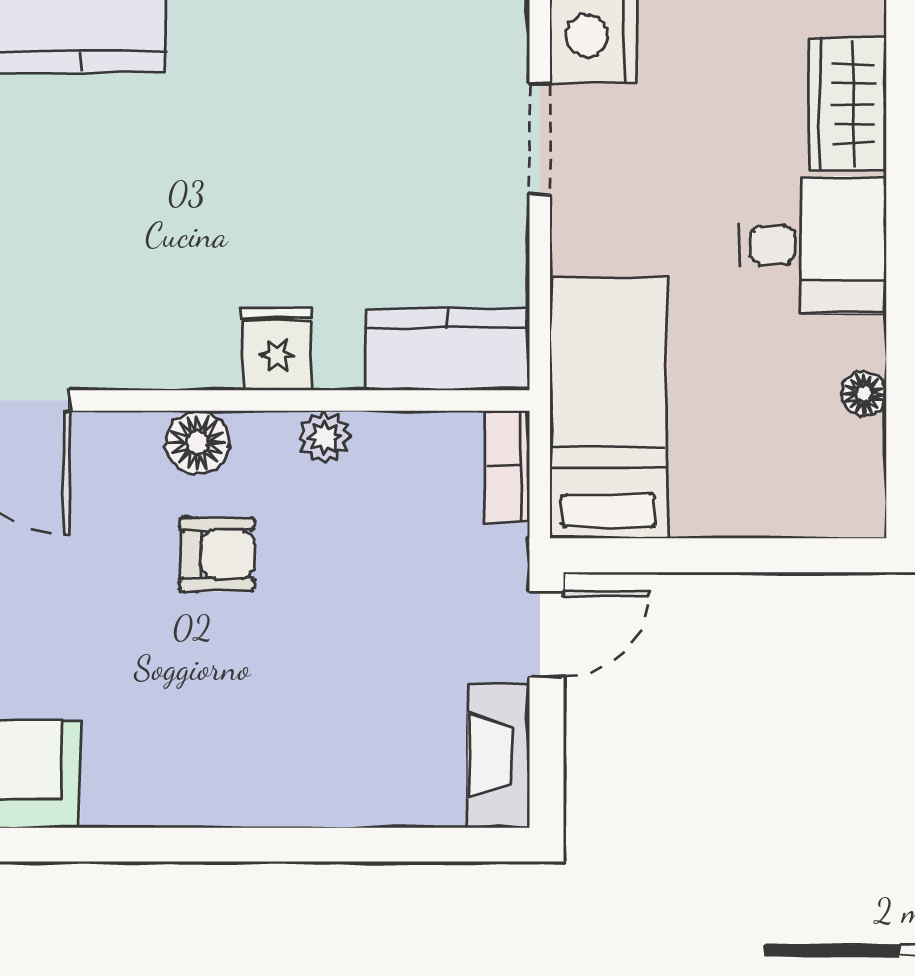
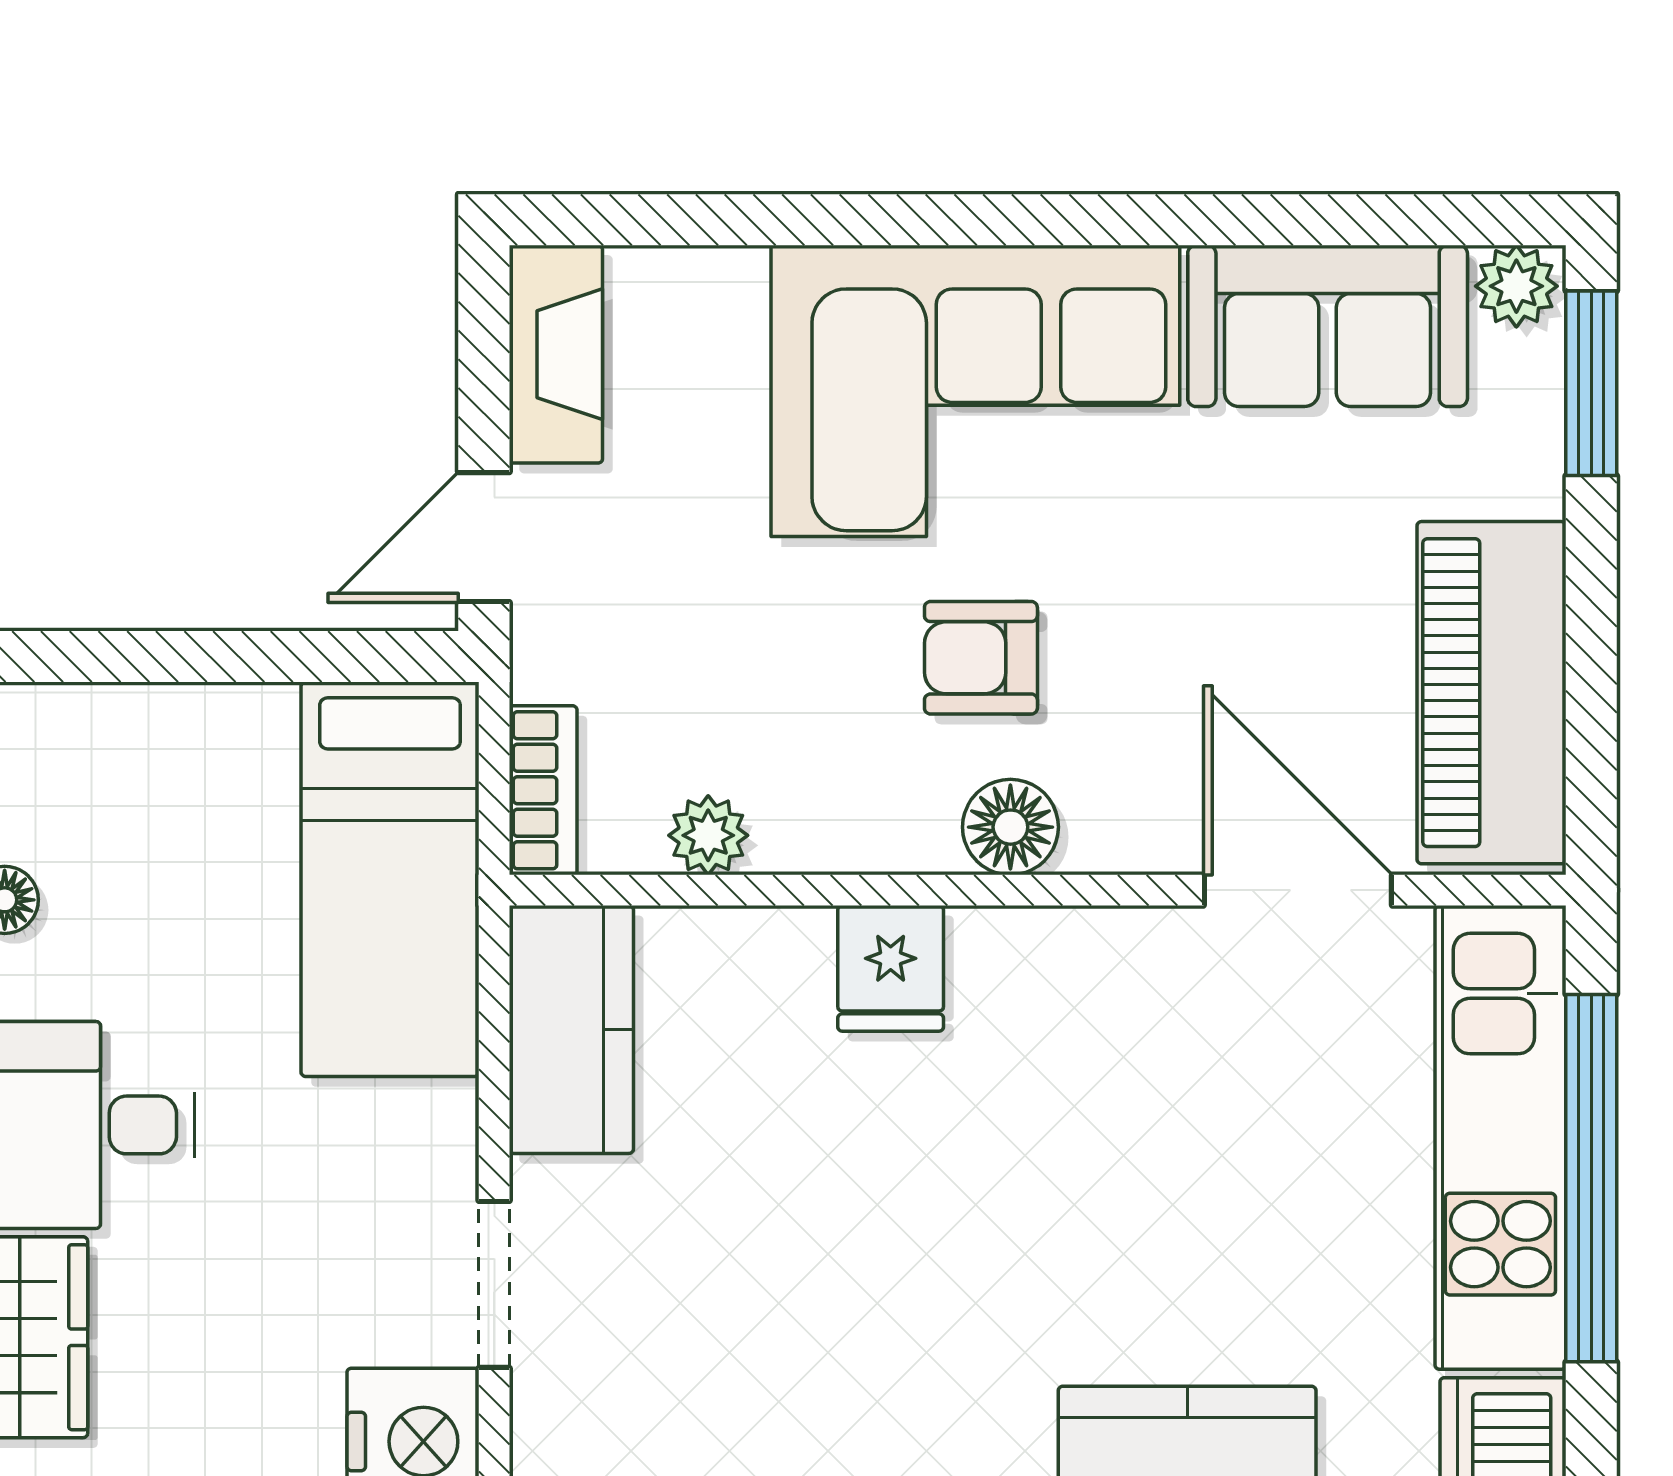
kitchen counter: (447, 349) -> (571, 1029), moved, turned -90
plant: (324, 437) -> (708, 835), moved
corner sofa: (221, 731) -> (975, 391), added

